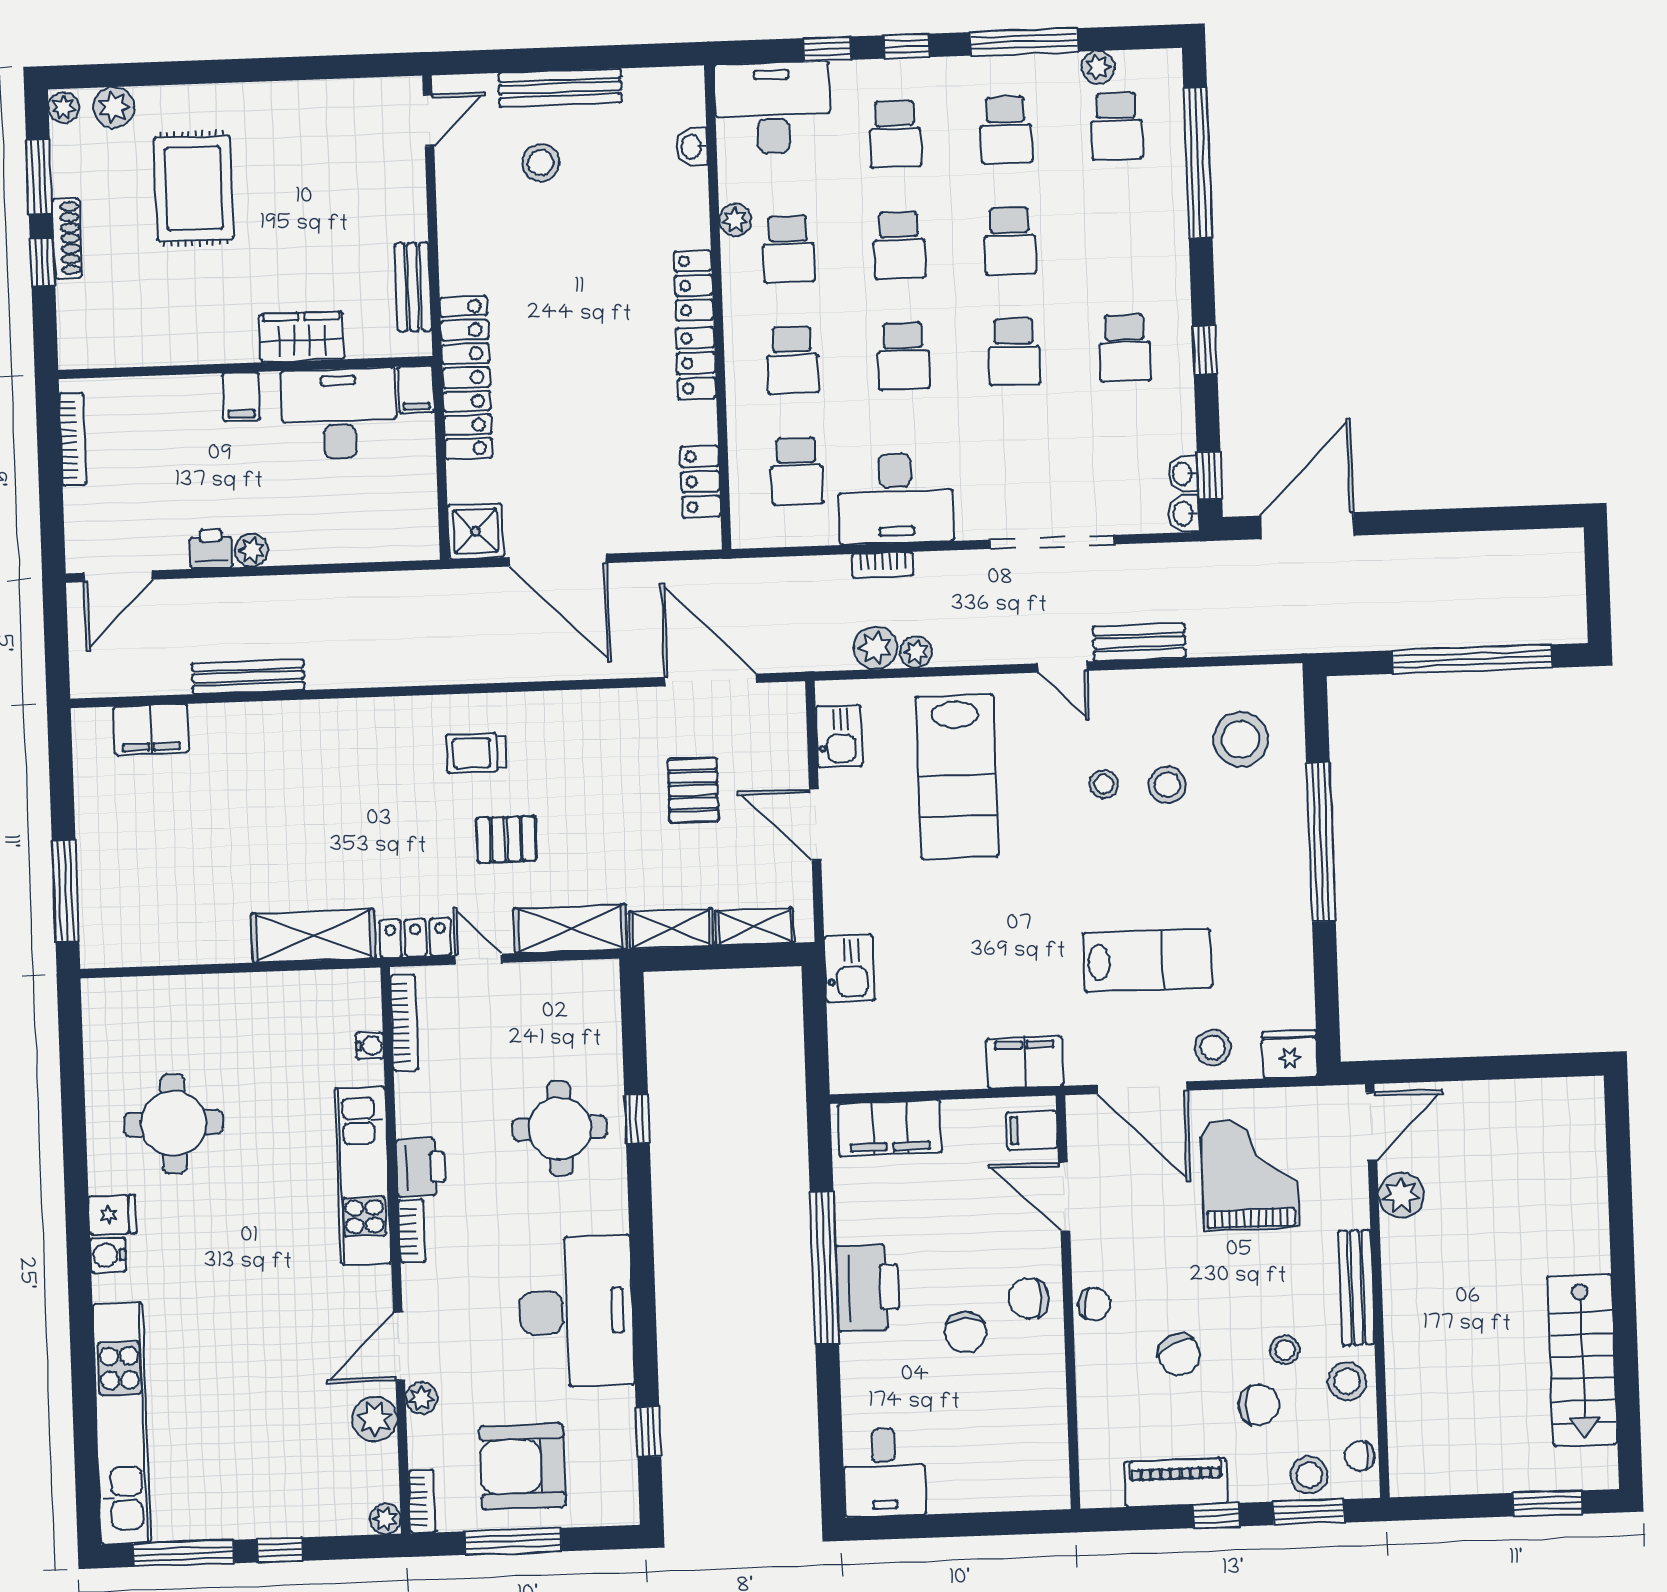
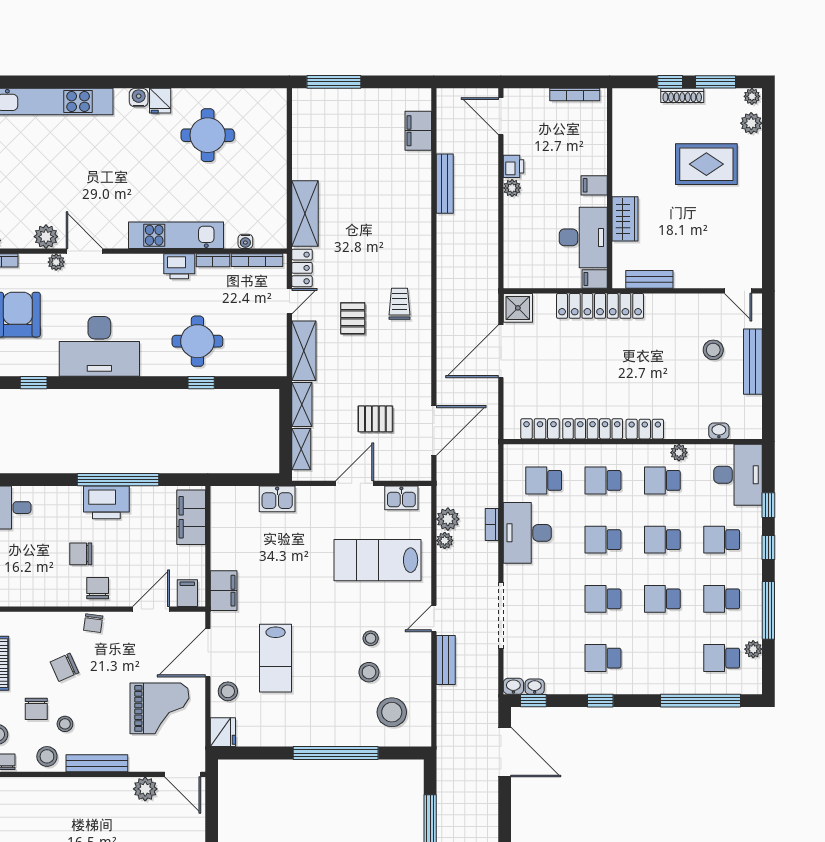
locker: (696, 363) -> (593, 429), width x1.53
bookcase: (412, 1231) -> (213, 260), moved

